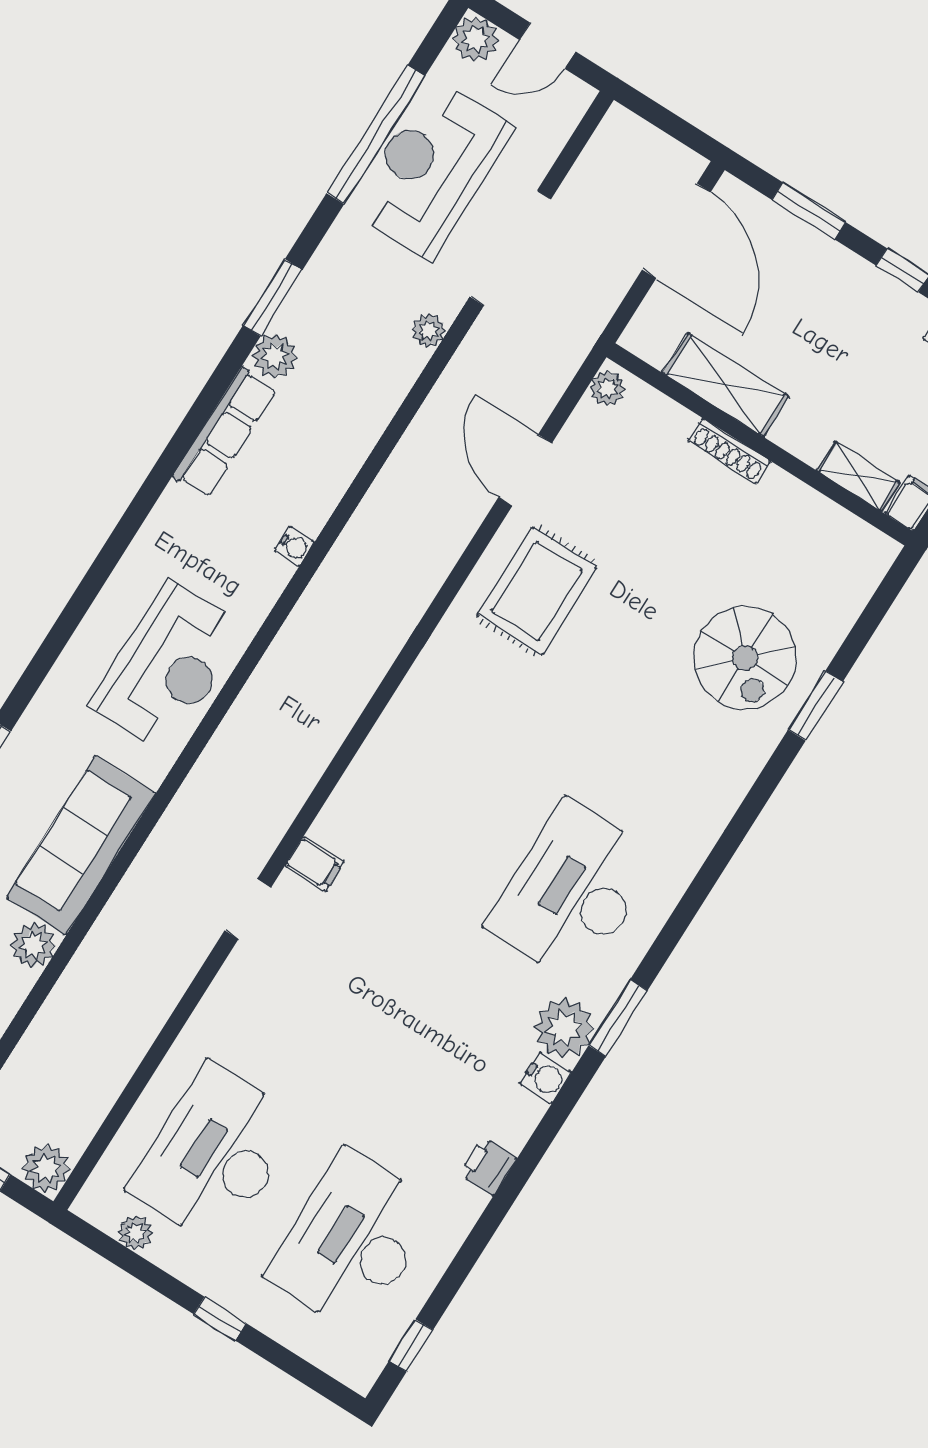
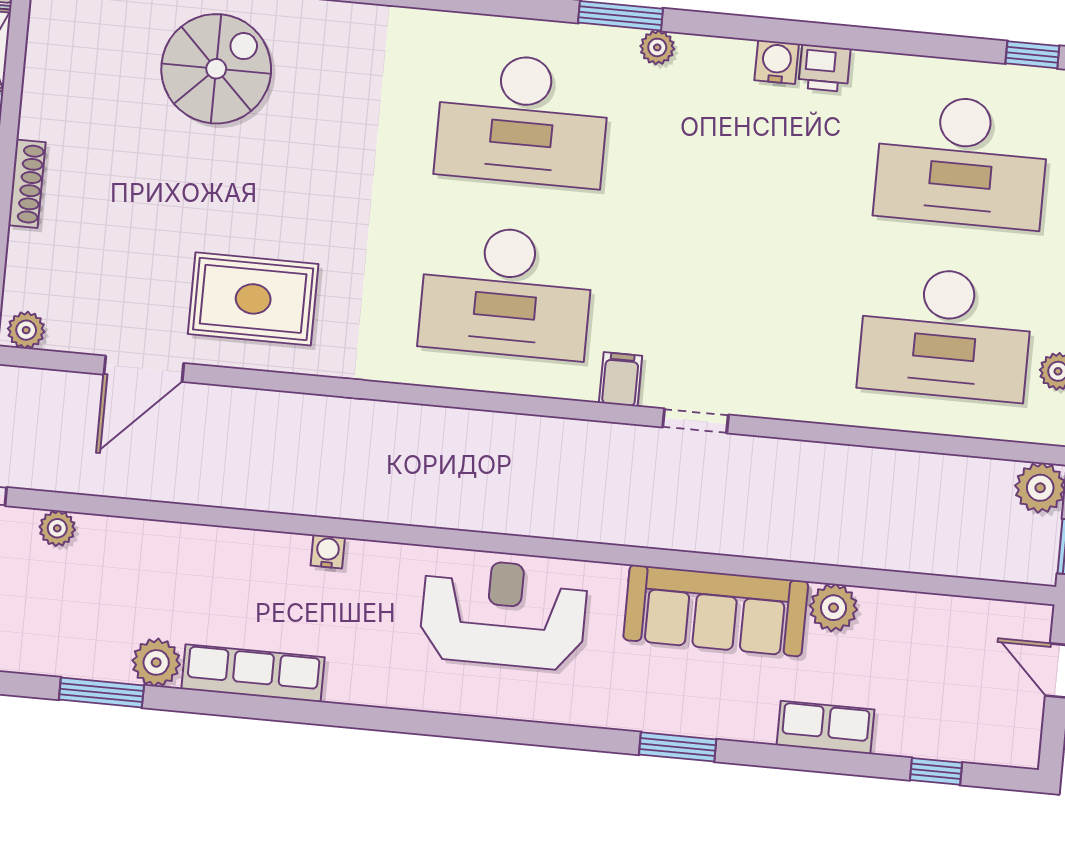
desk: (436, 805) -> (506, 292), added
plant: (564, 1028) -> (657, 47), width x0.53, depth x0.53
water cooler: (545, 1078) -> (777, 62), moved

